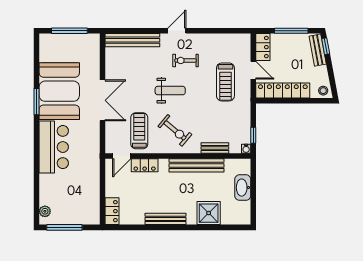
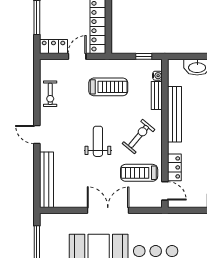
exercise bike: (186, 60) -> (50, 94), moved
treadmill: (225, 82) -> (108, 87), moved
water cooler: (246, 149) -> (157, 76), moved

